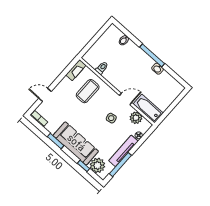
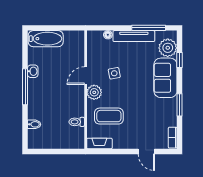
door: (126, 99) -> (86, 76), hinge flipped
bathtub: (148, 109) -> (46, 39), moved, turned -90
plant: (136, 118) -> (94, 92), moved
sofa: (76, 143) -> (165, 78), width x0.73

